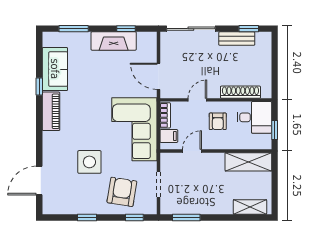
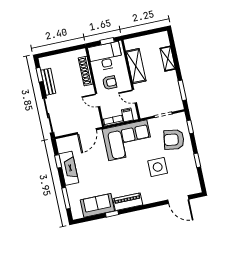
desk: (254, 117) -> (105, 57), width x1.37
shelving: (248, 162) -> (136, 66), moved
shelving: (250, 207) -> (168, 59), moved

